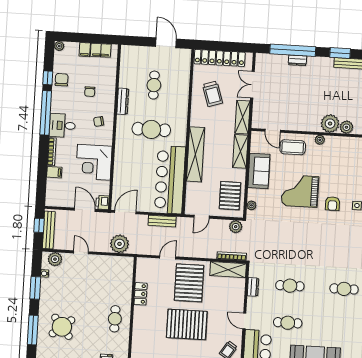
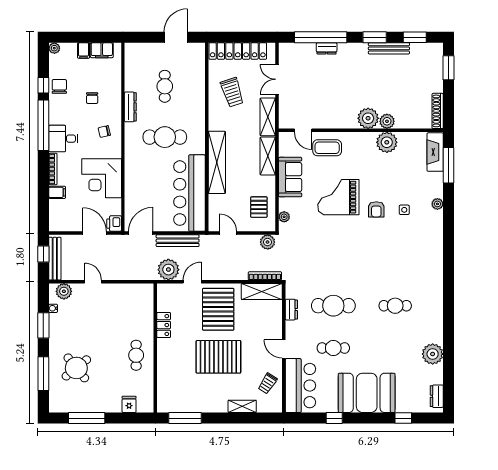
door: (166, 43) -> (176, 37), hinge flipped
plant: (320, 140) -> (387, 142), moved, width x1.87, depth x1.87
pallet: (230, 196) -> (259, 207), width x0.67, depth x0.71
door: (202, 217) -> (228, 233), swing flipped
bench: (162, 221) -> (178, 241), width x1.36
plant: (119, 244) -> (168, 270), moved
cafe table: (290, 286) -> (333, 306), width x1.37, depth x1.35

